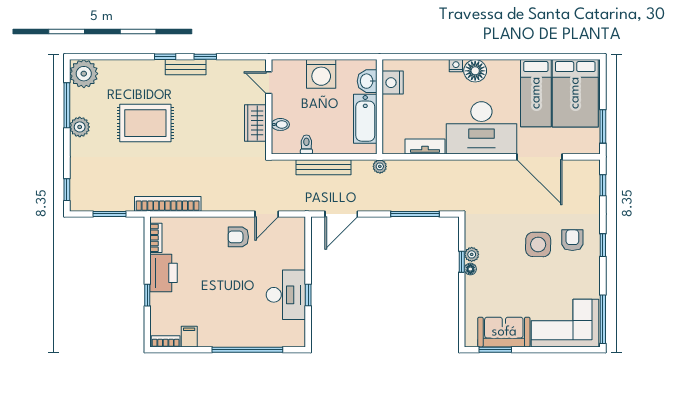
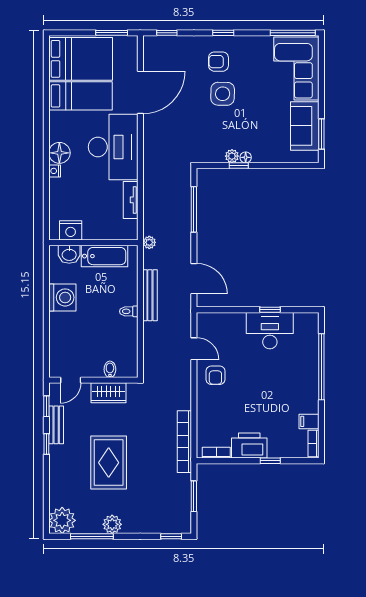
door: (269, 83) -> (71, 380), moved
wall: (269, 107) -> (93, 380), moved
wardrobe: (255, 123) -> (108, 393), moved
bidet: (280, 124) -> (110, 369), moved

